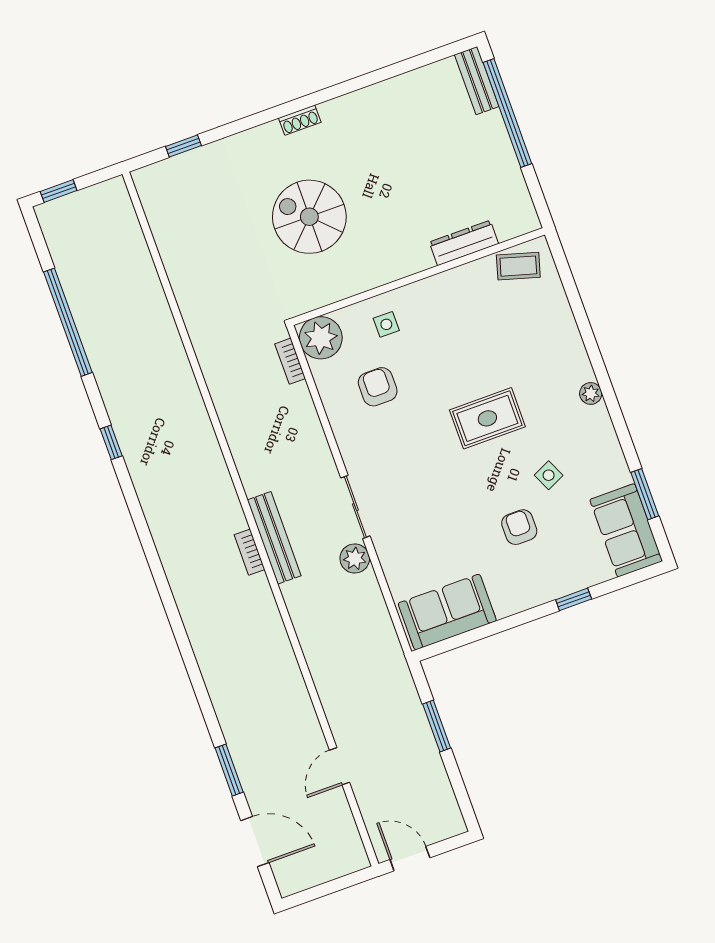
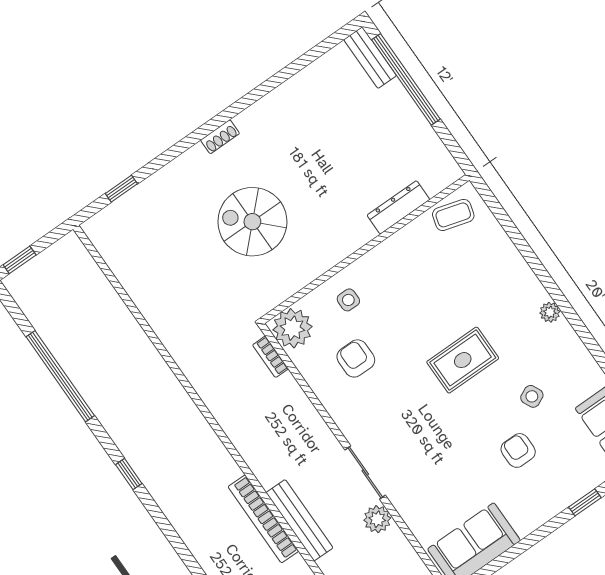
bookcase: (250, 552) -> (263, 519), width x2.31, depth x1.31

